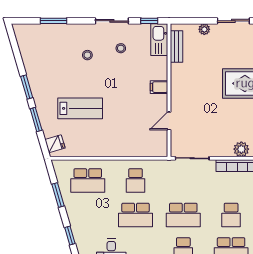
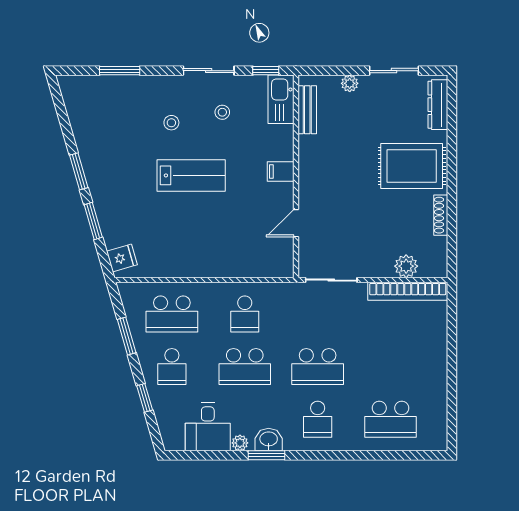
lab bench: (80, 108) -> (191, 175), moved
school desk: (231, 215) -> (172, 367), moved

